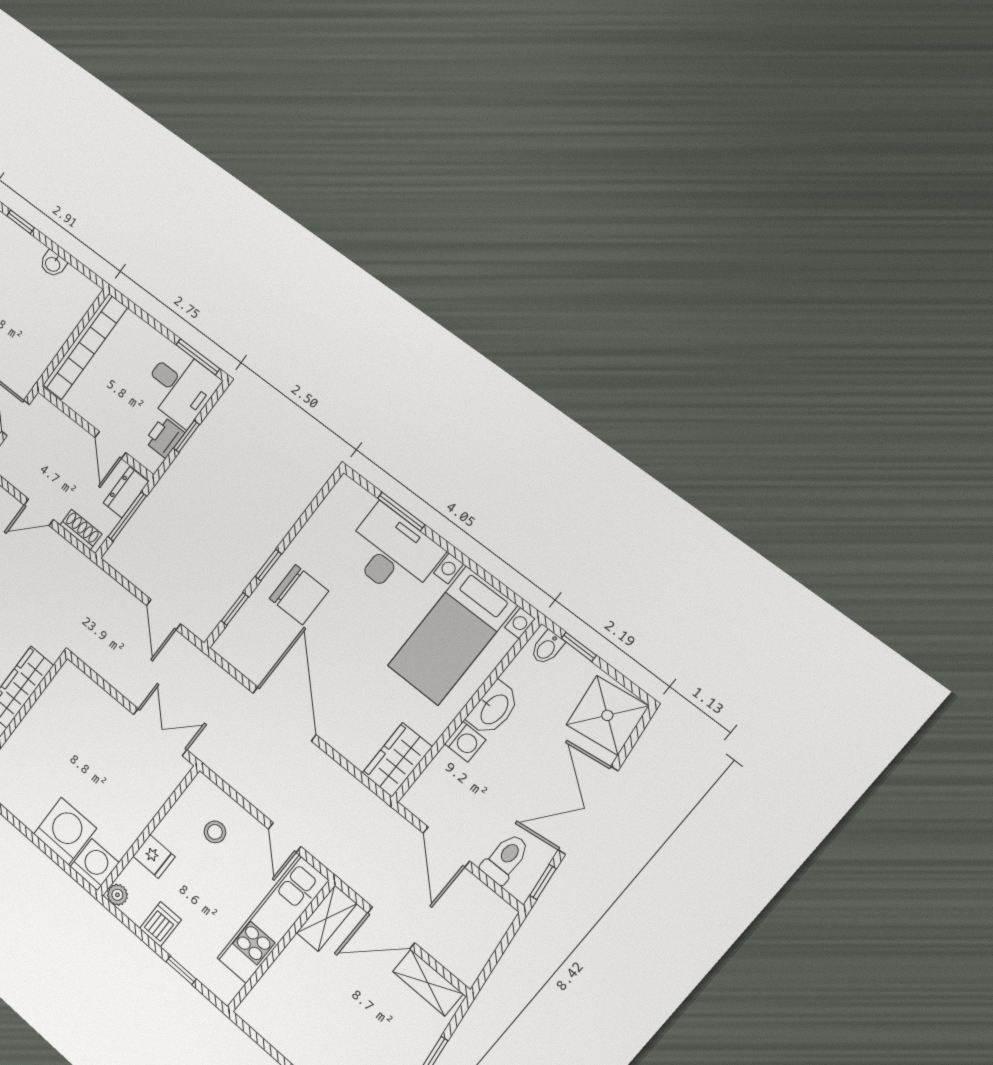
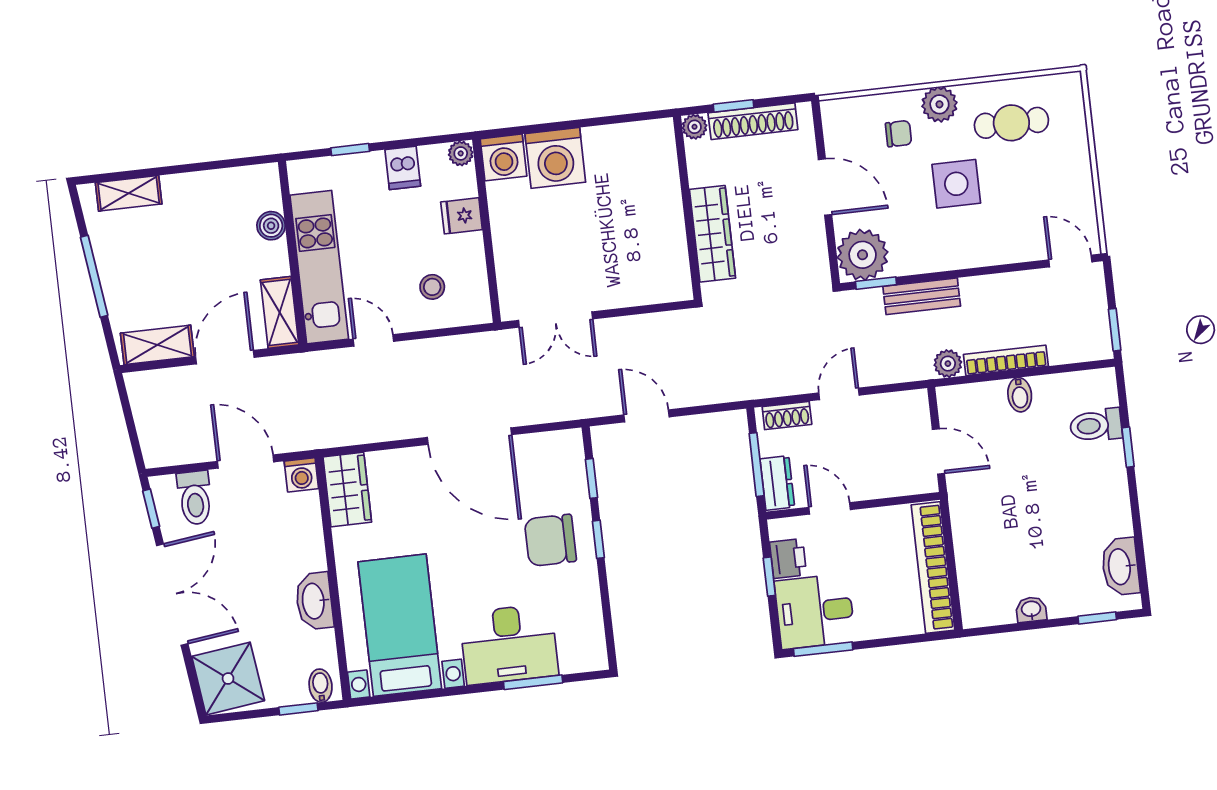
washing machine: (465, 742) -> (301, 475), moved, turned -90
boiler: (277, 978) -> (271, 226), added

